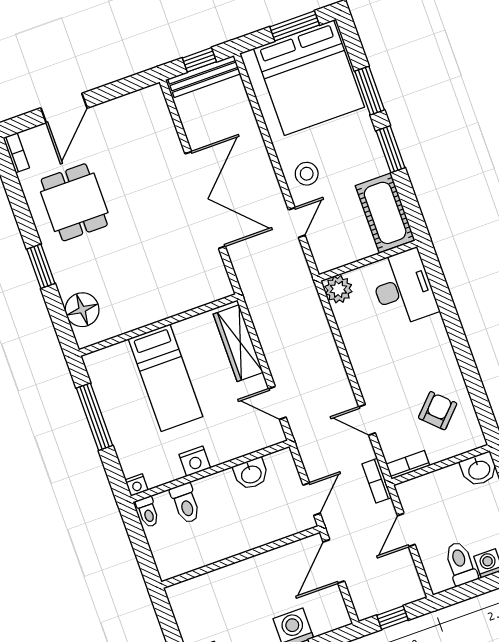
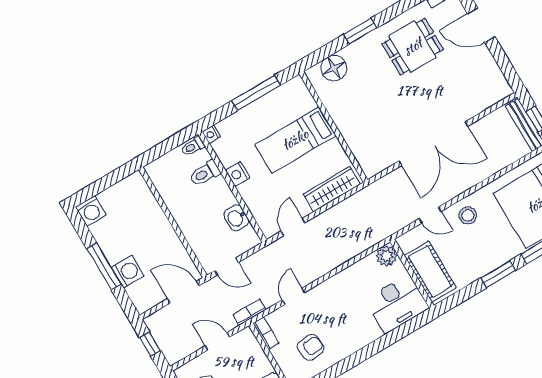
cot: (385, 213) -> (430, 271), moved, turned 90
armchair: (438, 411) -> (311, 347), turned -49

